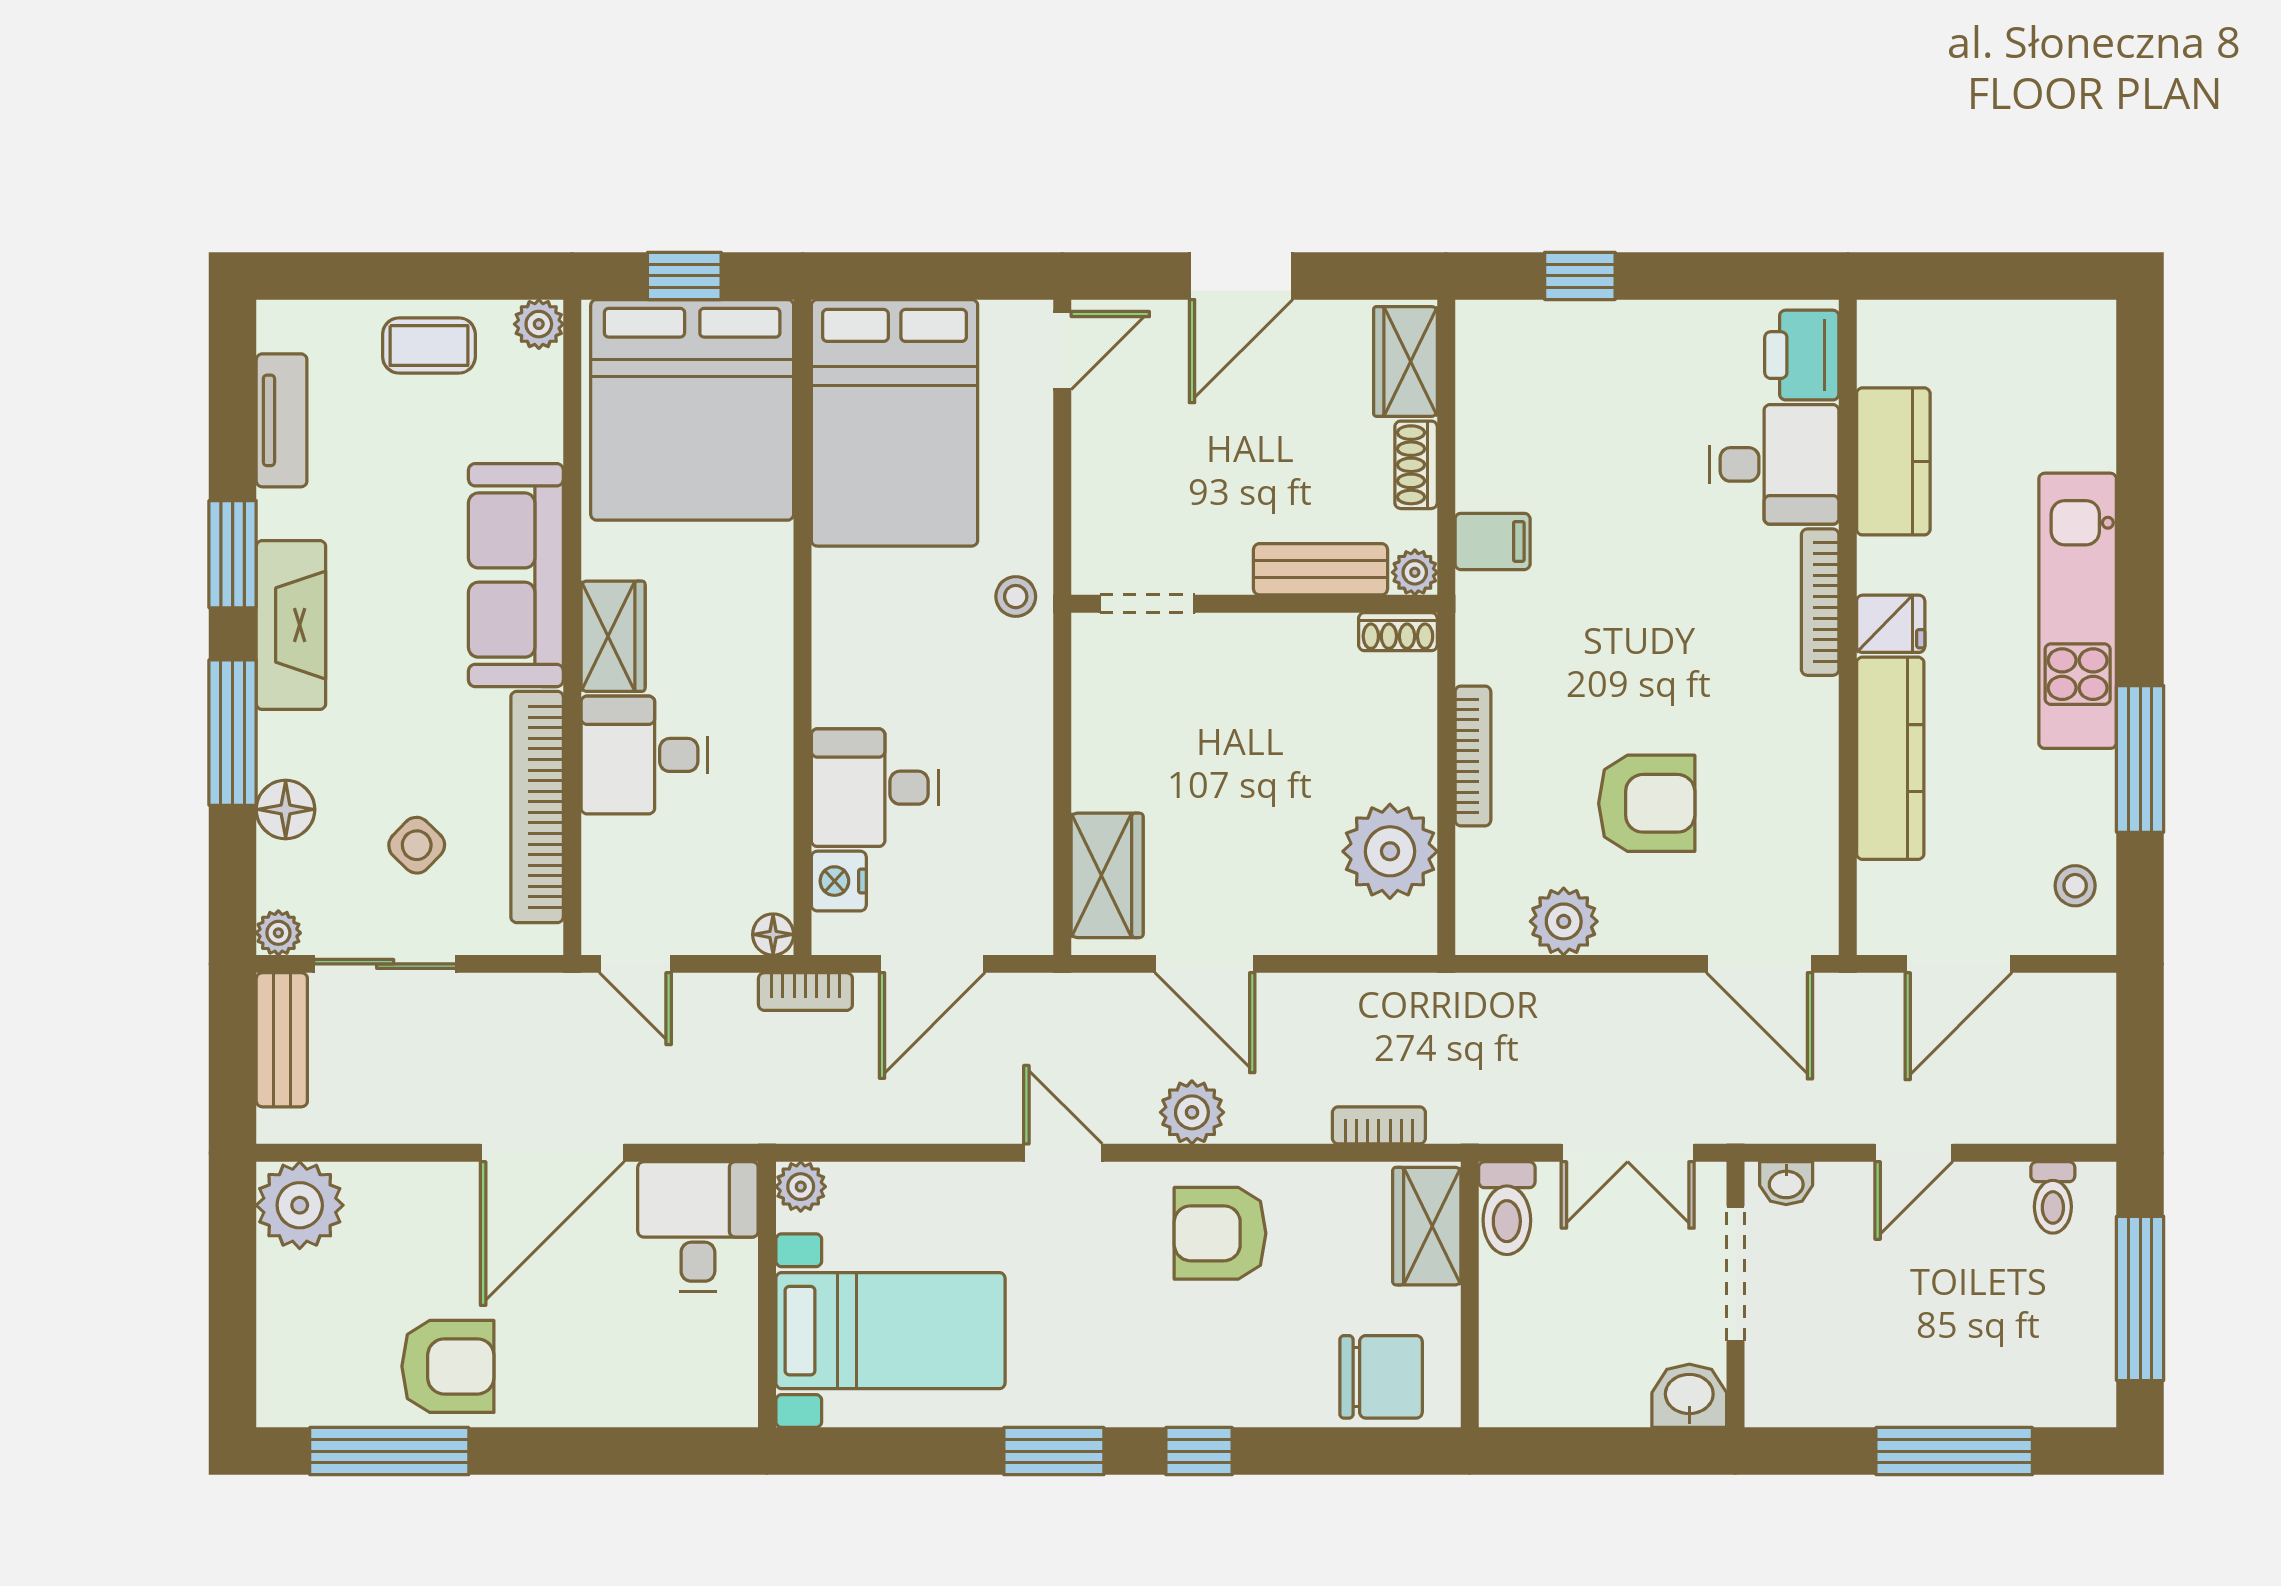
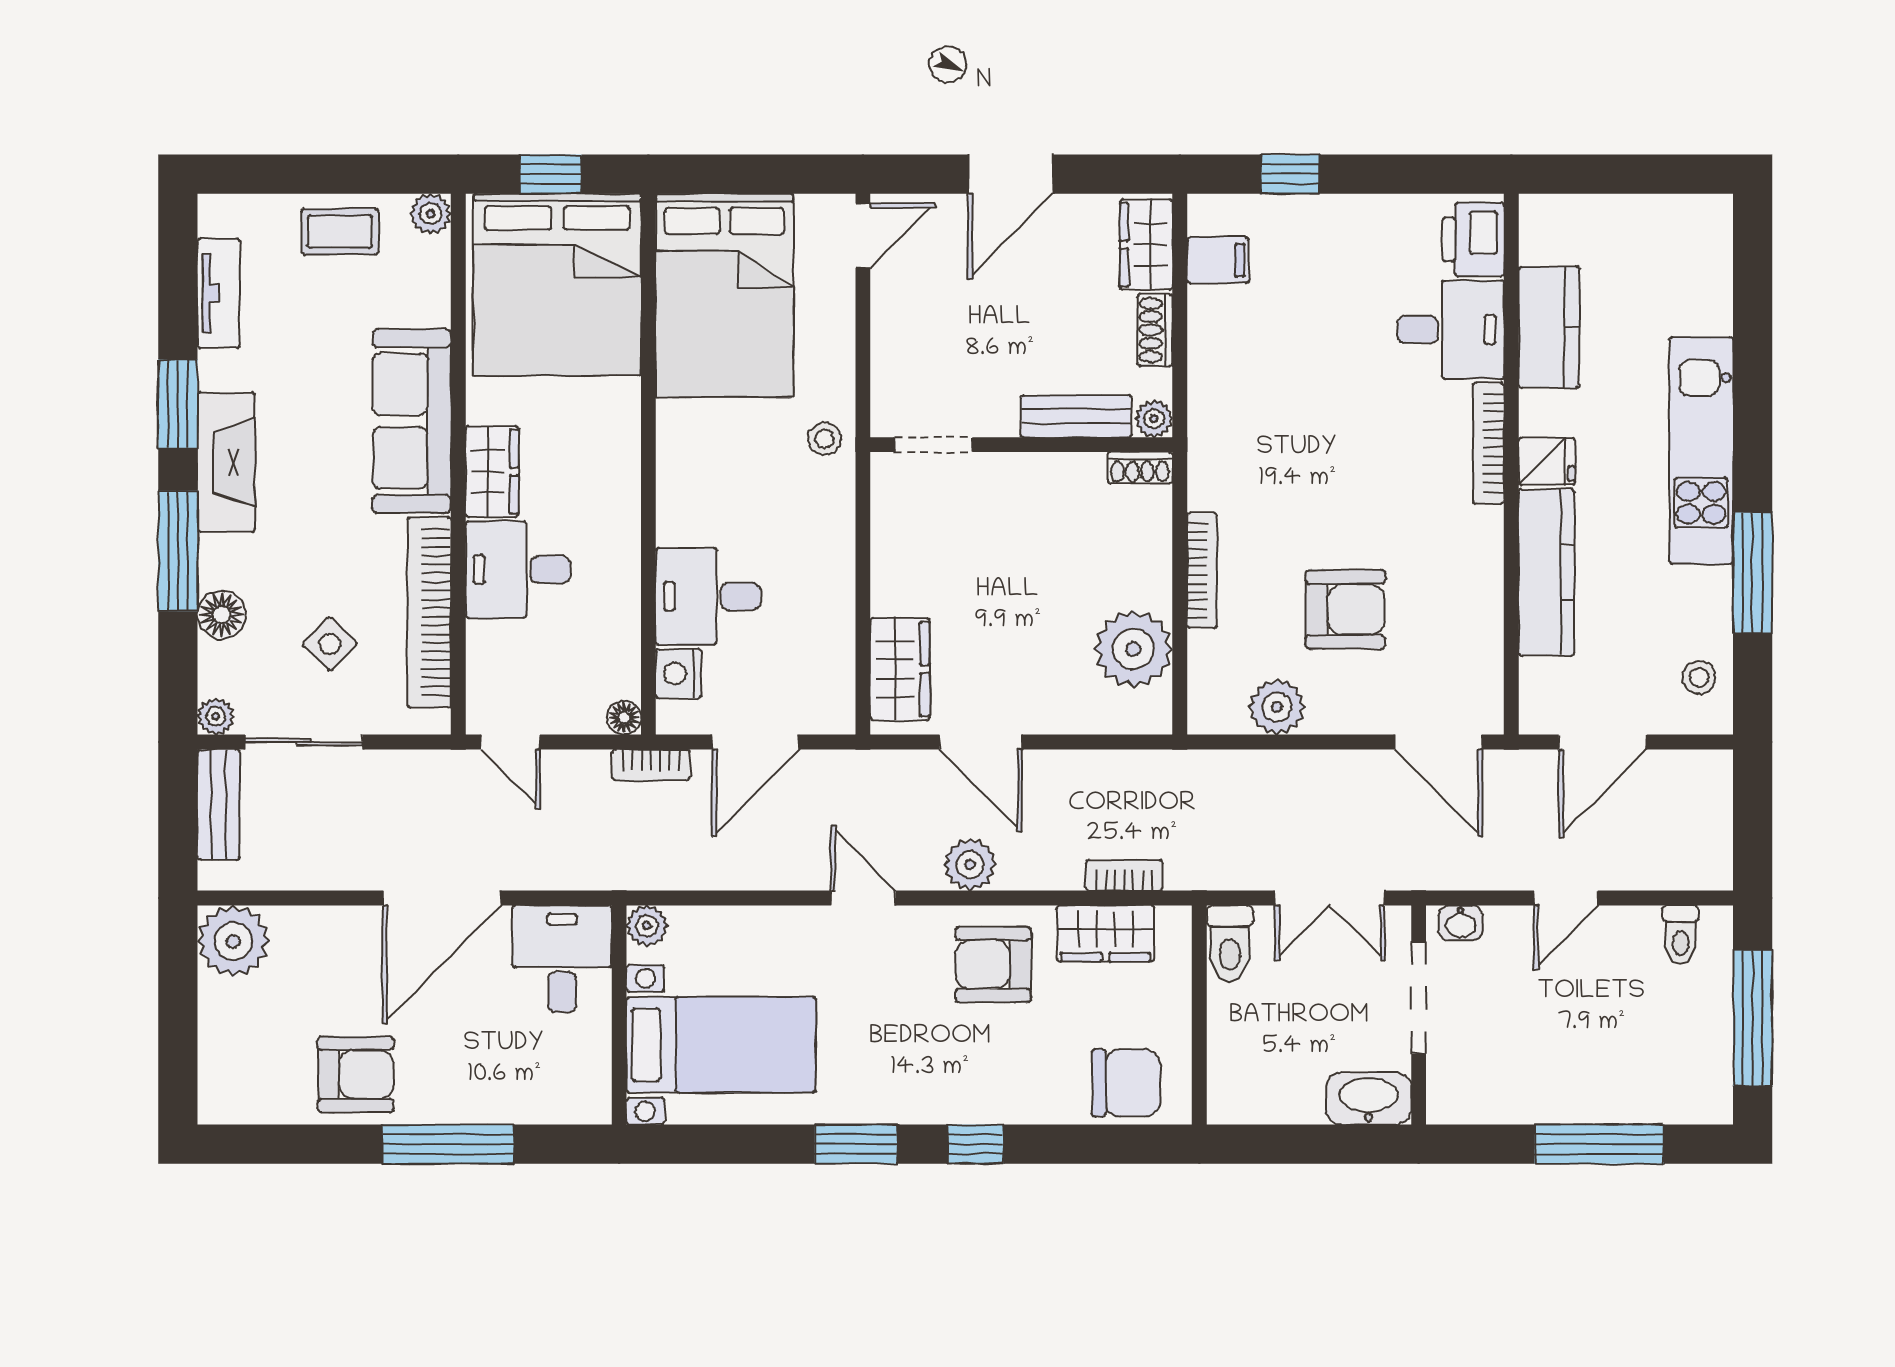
filing cabinet: (1493, 541) -> (1218, 260), moved
wardrobe: (1427, 1226) -> (1106, 933), moved, turned -90
washbasin: (1689, 1396) -> (1369, 1099), width x1.38
window: (389, 1451) -> (448, 1144), moved

